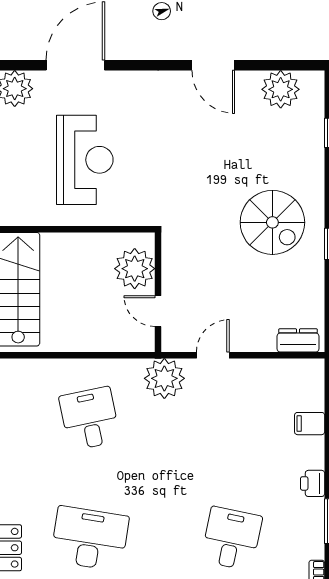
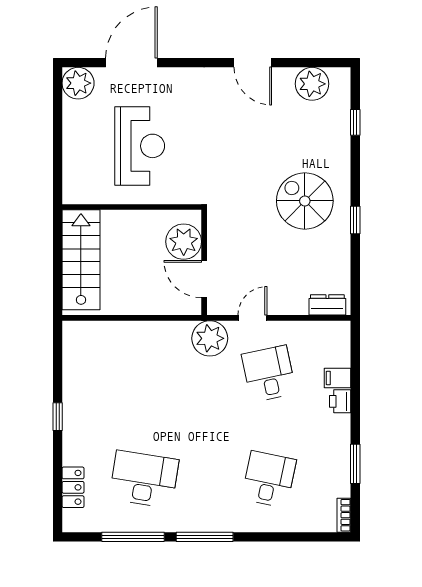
spiral stairs: (272, 222) -> (305, 201), turned 180
door: (158, 311) -> (204, 279), width x1.38
desk: (90, 419) -> (269, 374), moved
printer: (313, 483) -> (340, 401), moved

